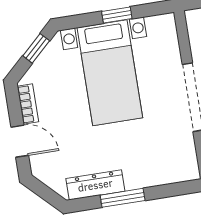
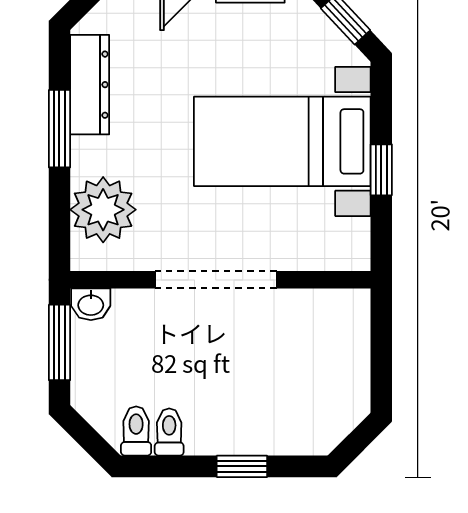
plant: (164, 166) -> (103, 210), added

